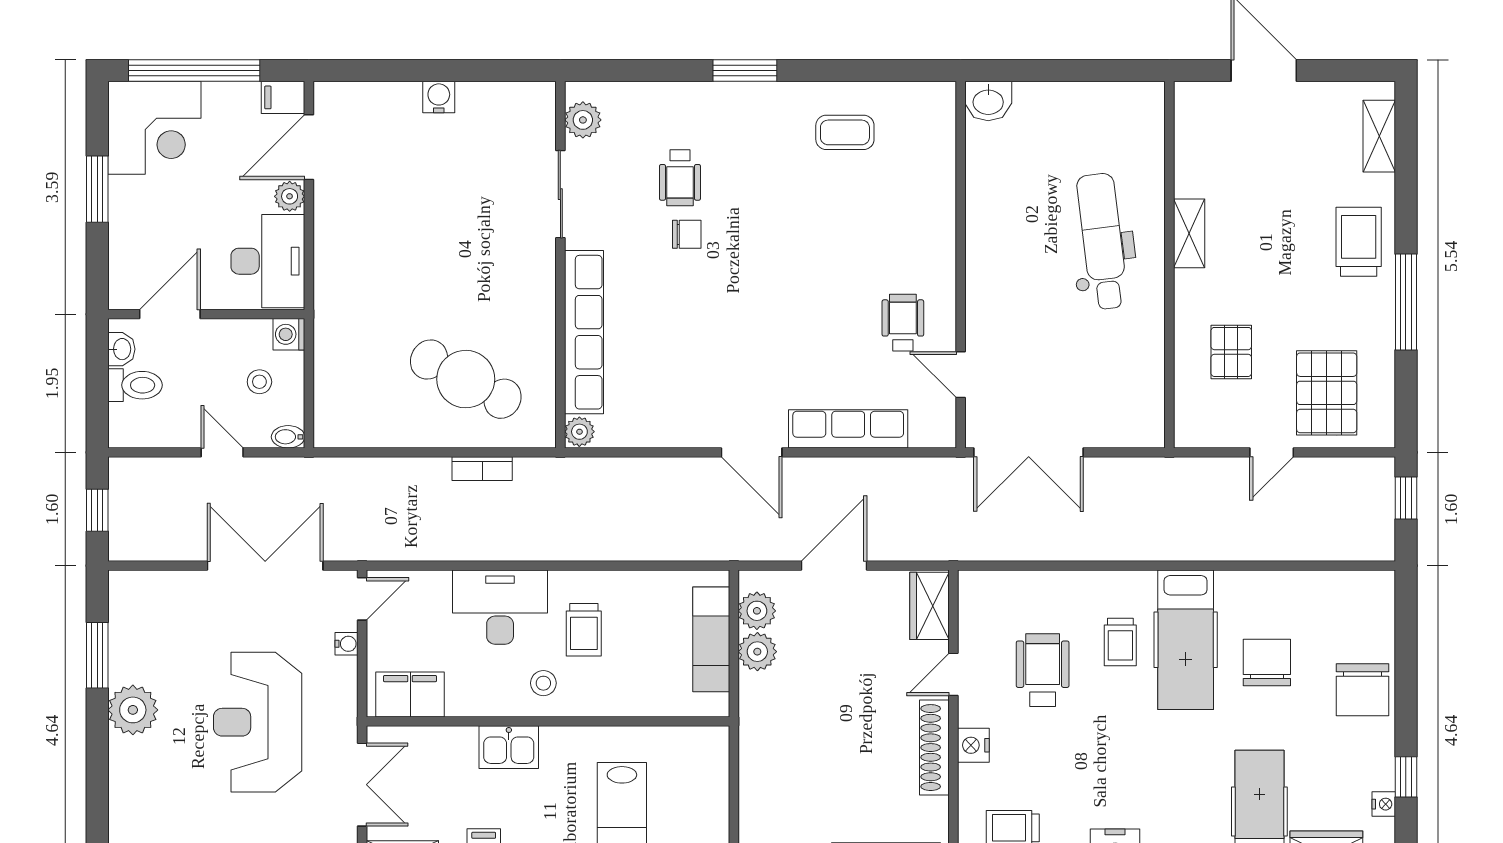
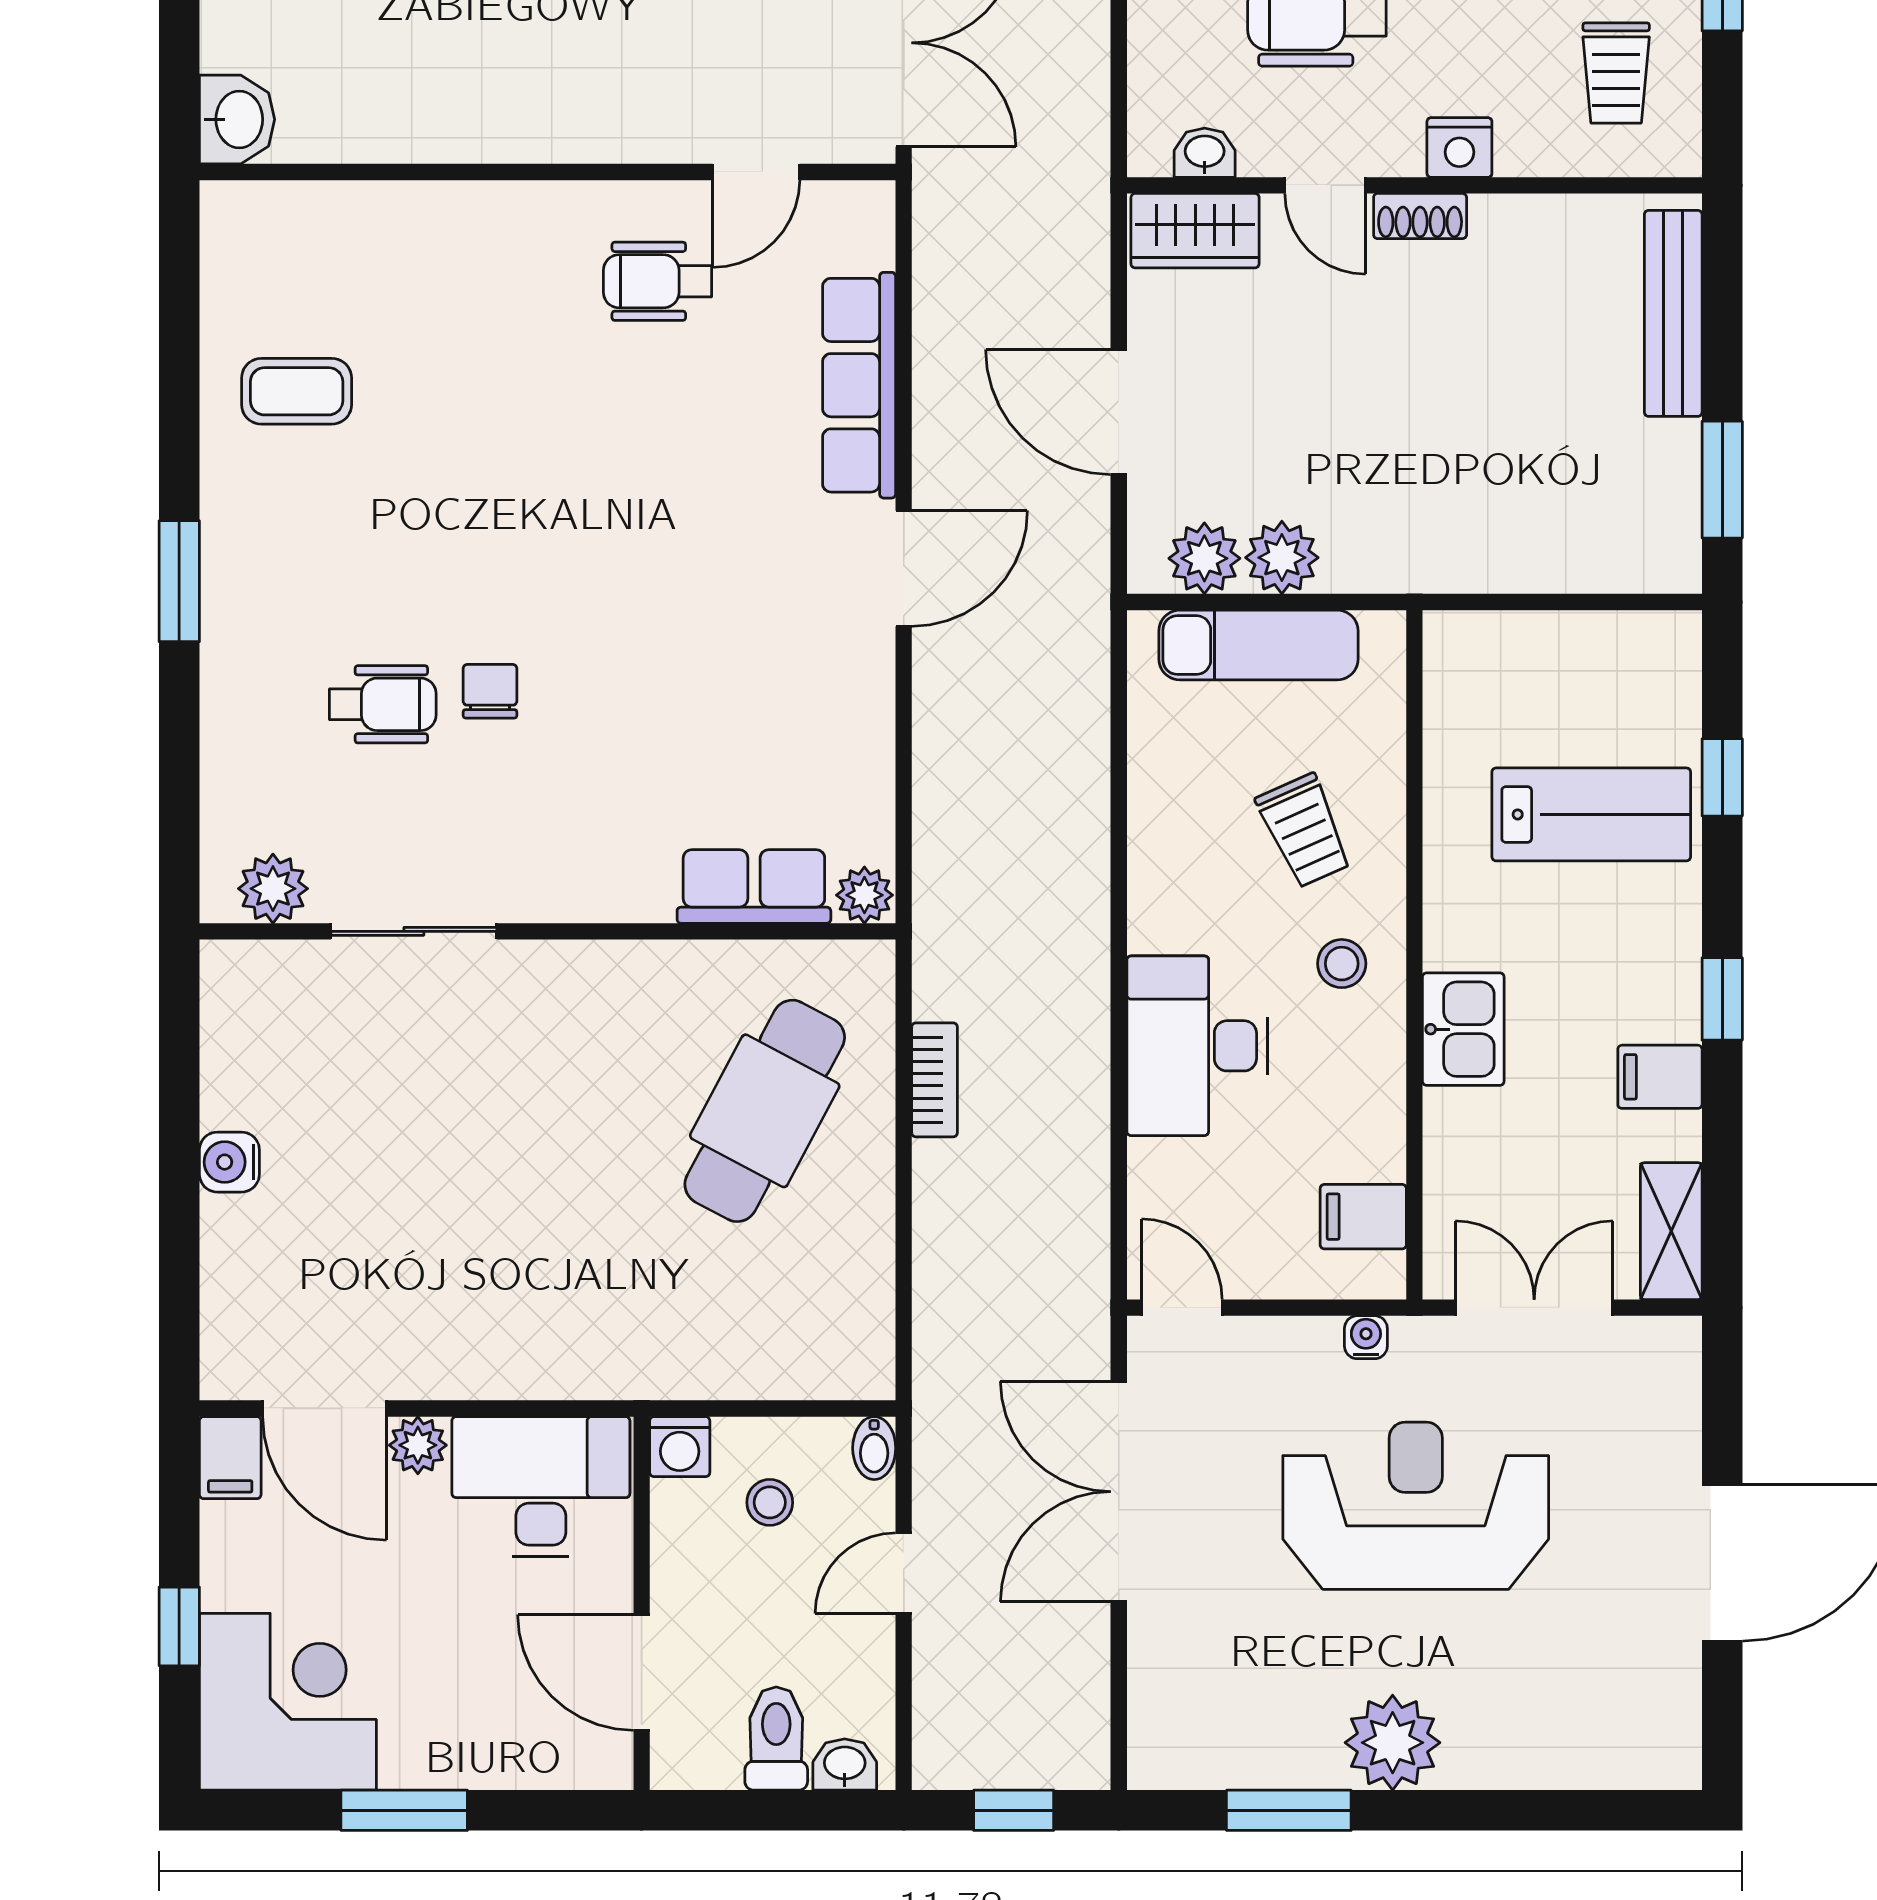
window: (194, 71) -> (179, 1626), width x0.32
coffee table: (845, 132) -> (297, 391), turned 90
row of seats: (584, 332) -> (754, 886), width x0.50
washbasin: (121, 349) -> (845, 1764), moved
washbasin: (971, 611) -> (1205, 153), added
trolley: (584, 630) -> (1304, 831), moved, turned 66
water cooler: (346, 644) -> (1366, 1337), moved
filing cabinet: (410, 695) -> (1363, 1217), width x0.50
reception desk: (258, 722) -> (1416, 1506), turned 180
shoe rack: (934, 748) -> (1420, 216), width x0.51, depth x0.81

